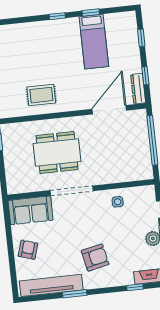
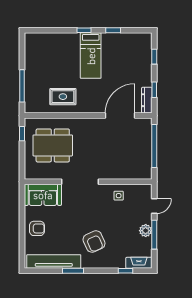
bed: (94, 42) -> (91, 56), moved
dining table: (57, 153) -> (53, 145), moved
armchair: (28, 250) -> (37, 228), turned 73
armchair: (95, 258) -> (94, 241), turned 78

